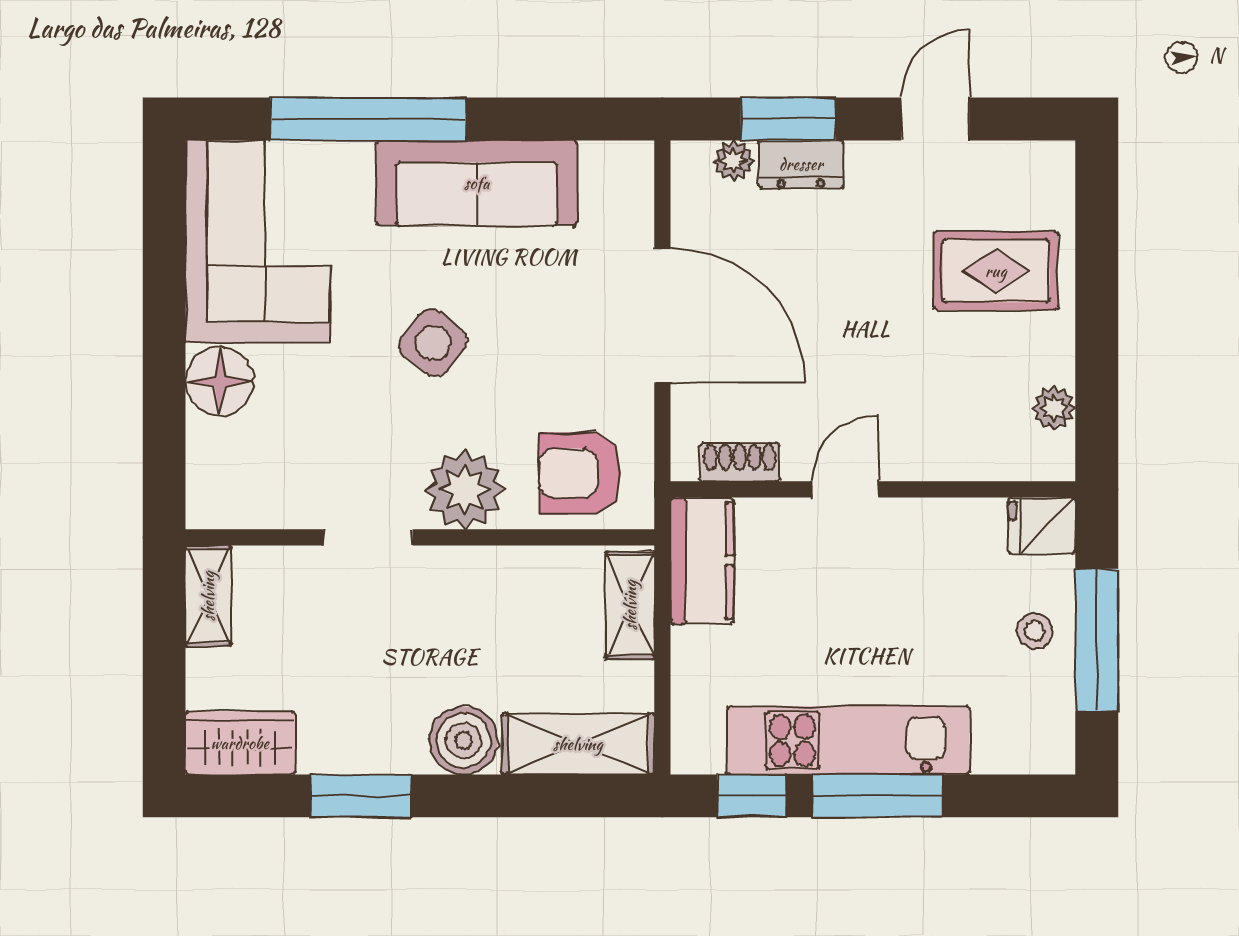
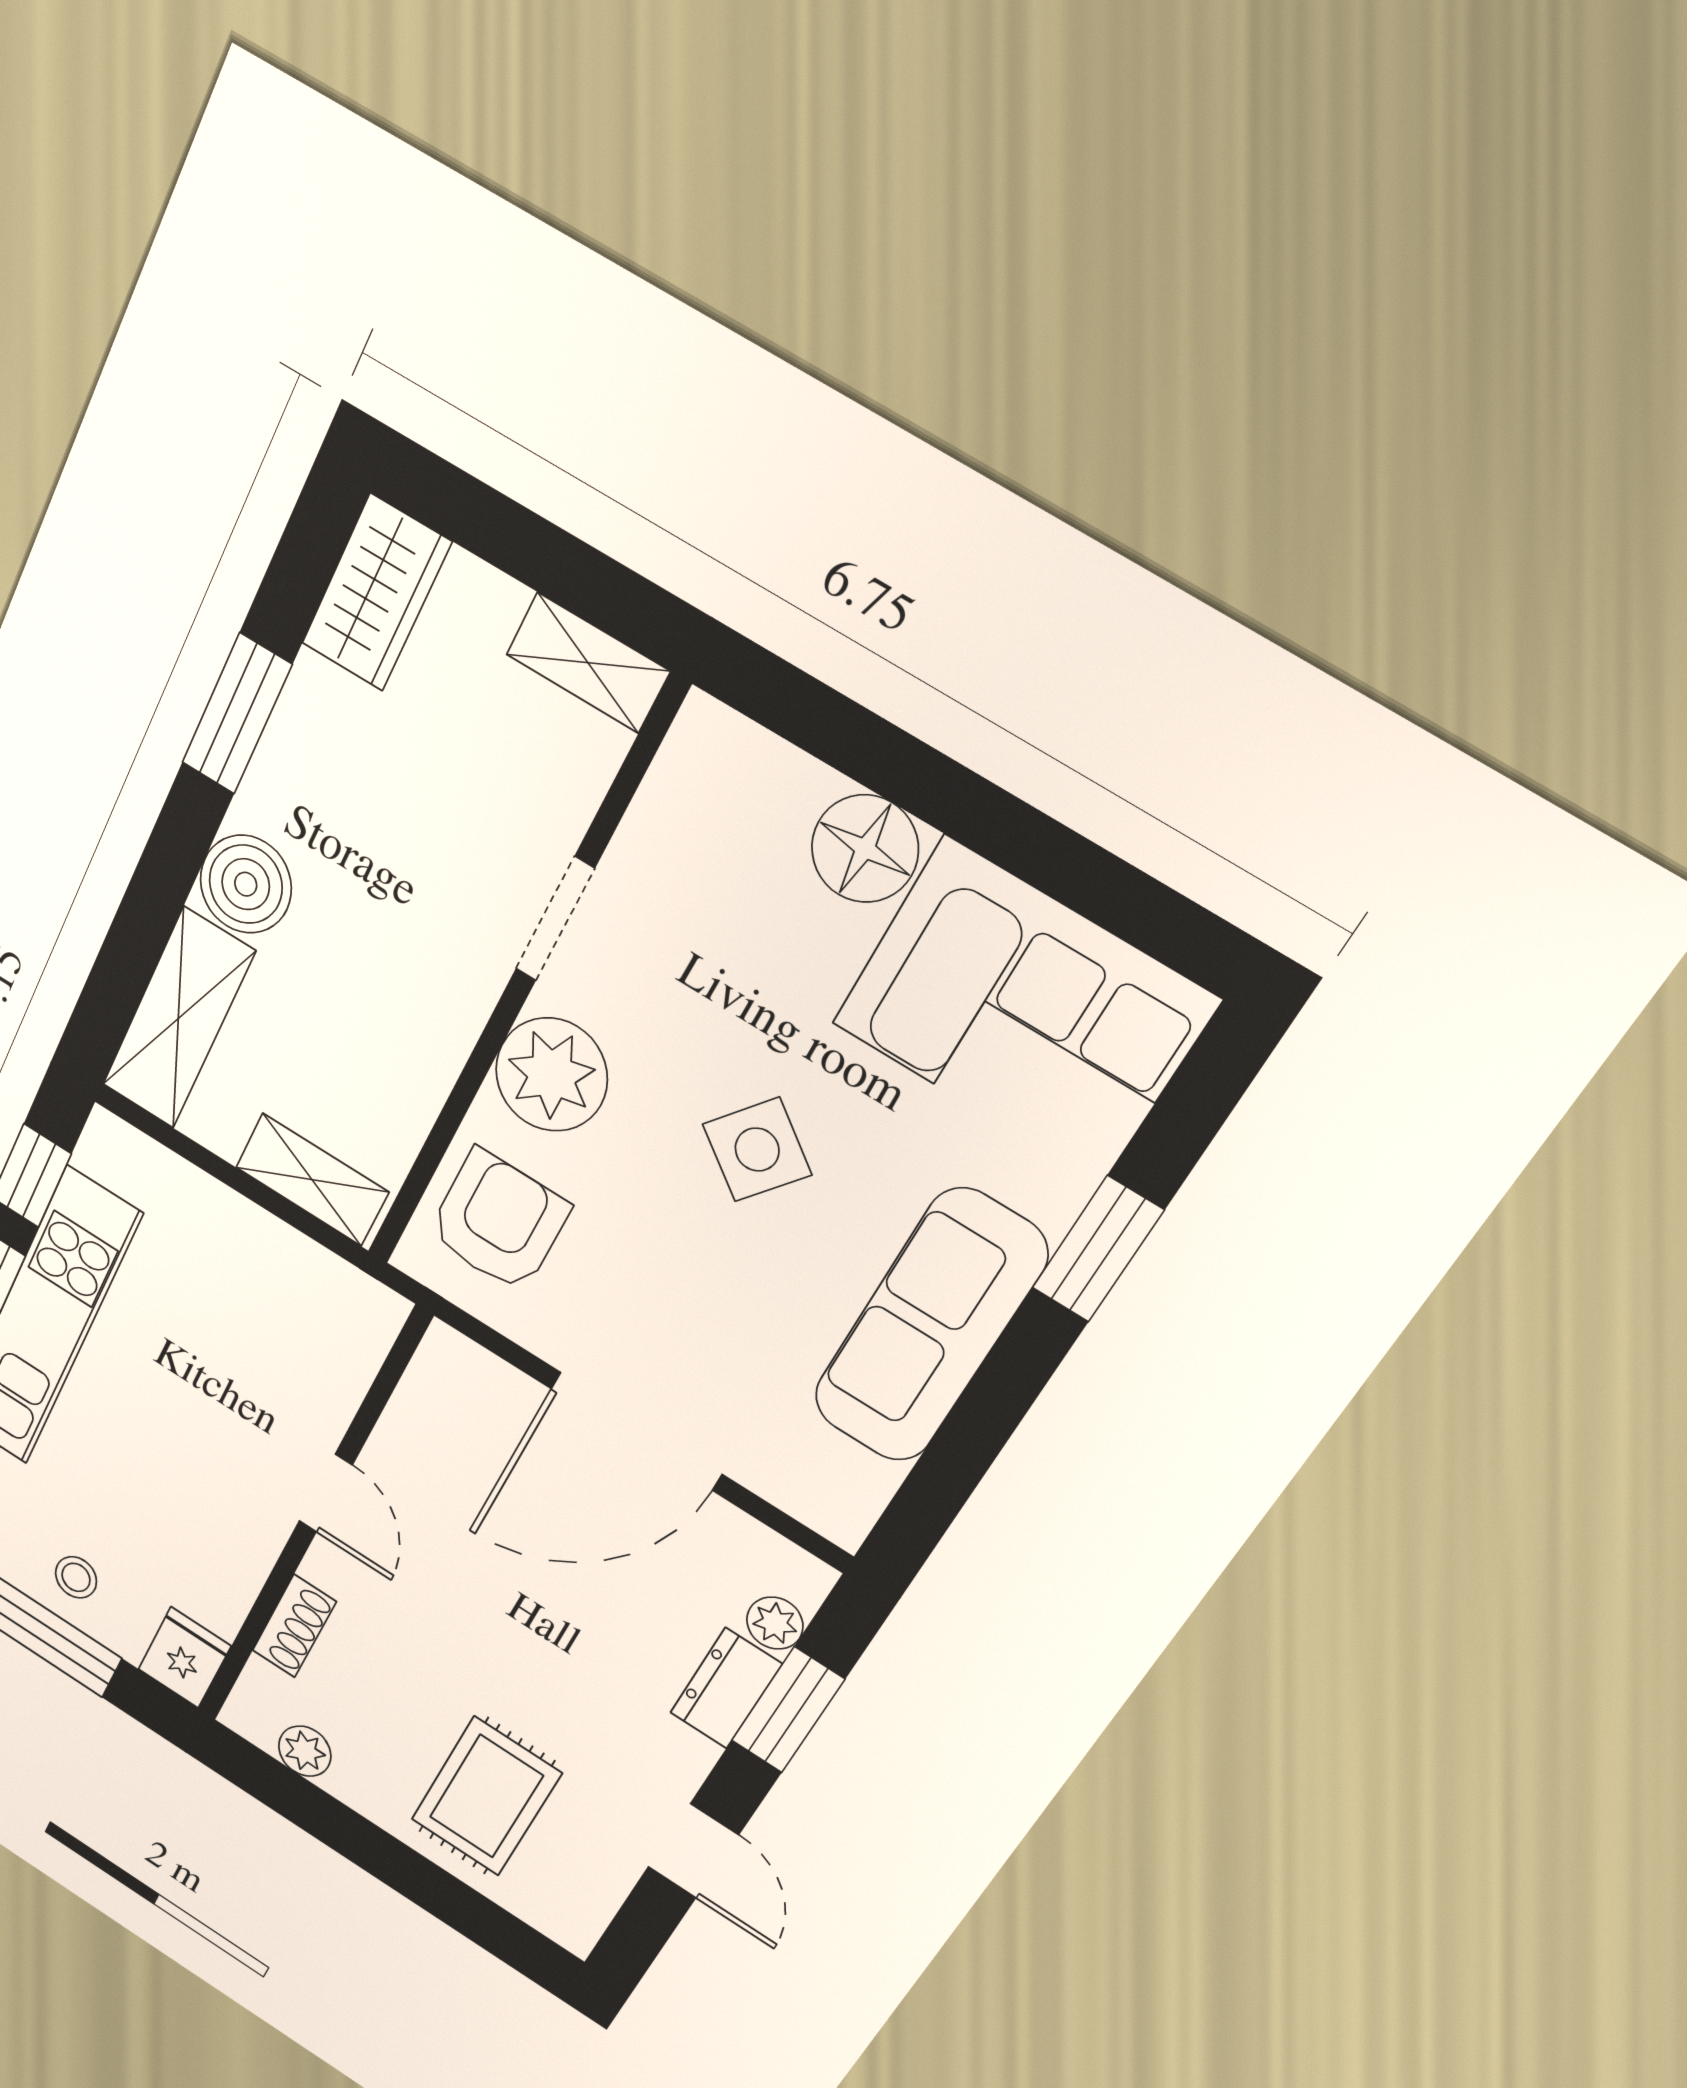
window: (368, 119) -> (1098, 1249), width x0.47
shoe rack: (740, 462) -> (294, 1626), moved
kitchen counter: (702, 561) -> (324, 1292), removed

